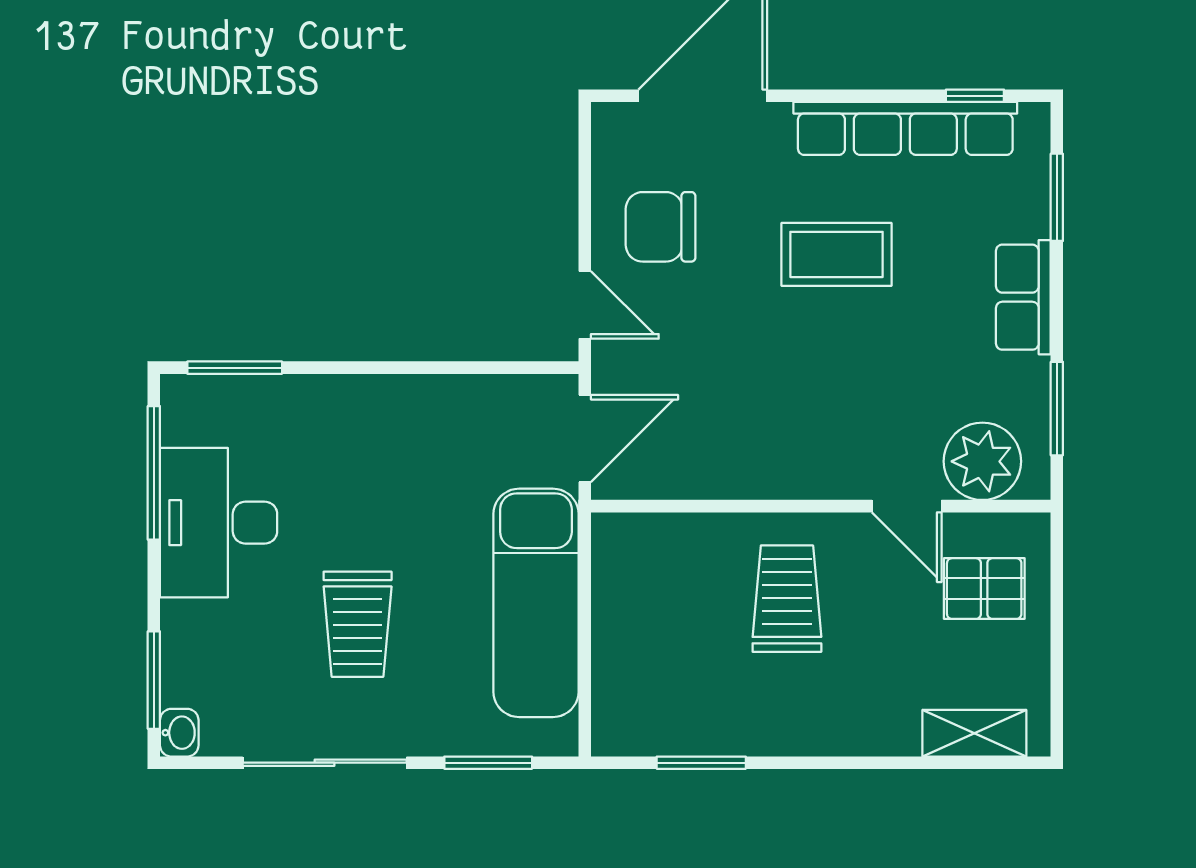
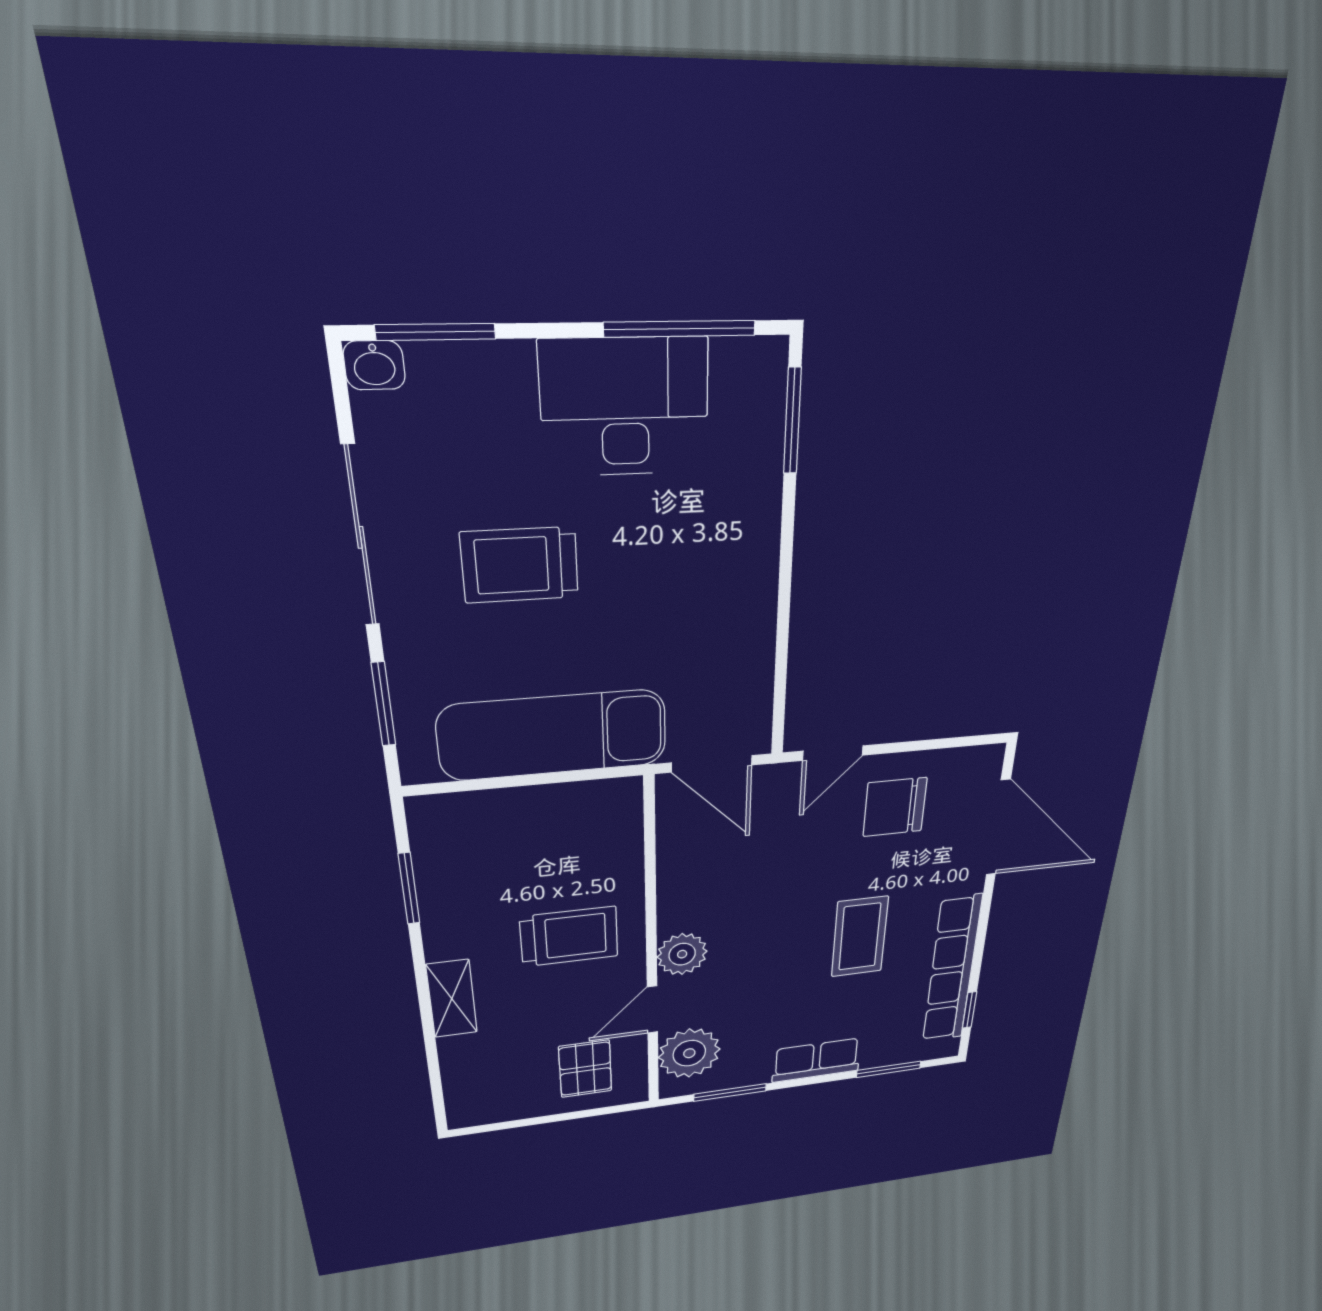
chair: (661, 227) -> (895, 807), turned -90
plant: (830, 470) -> (682, 954), added
shelving: (974, 733) -> (452, 999), moved

